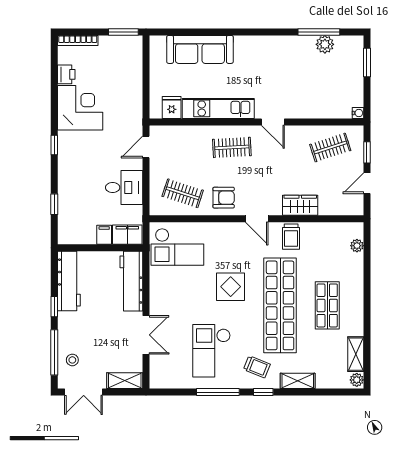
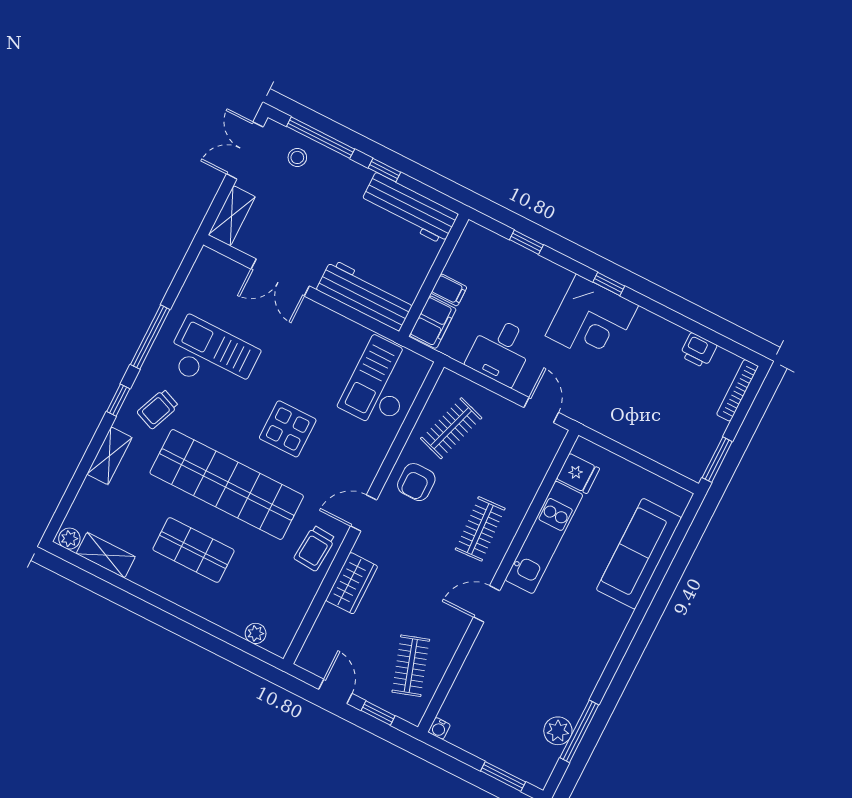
corner desk: (80, 108) -> (592, 321), moved
trolley: (291, 237) -> (315, 548), turned -86

